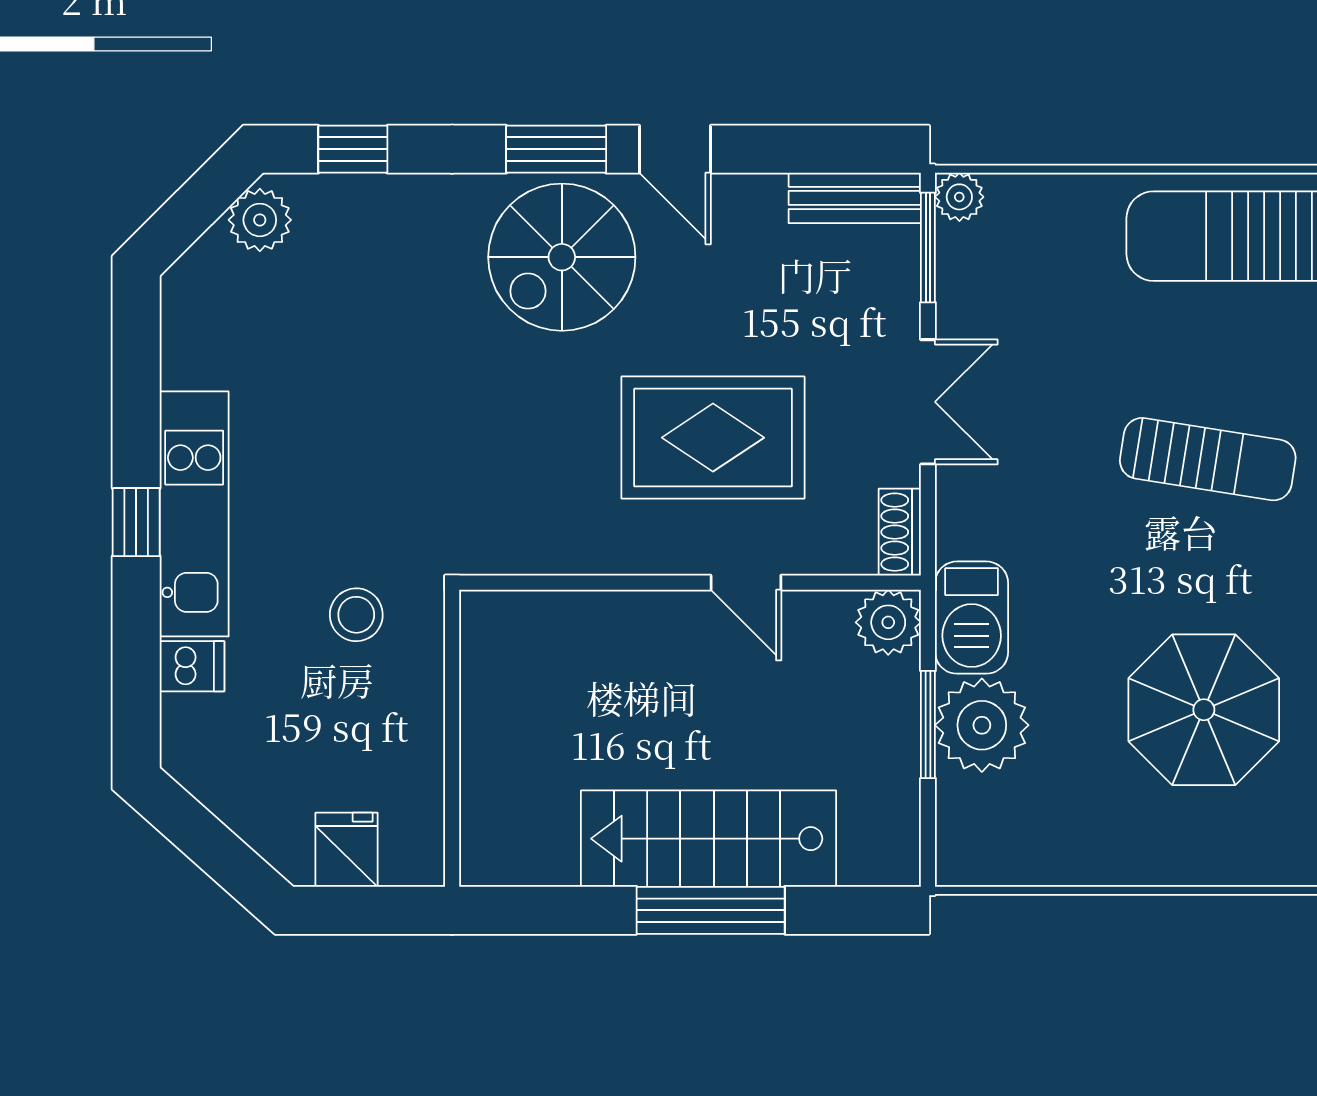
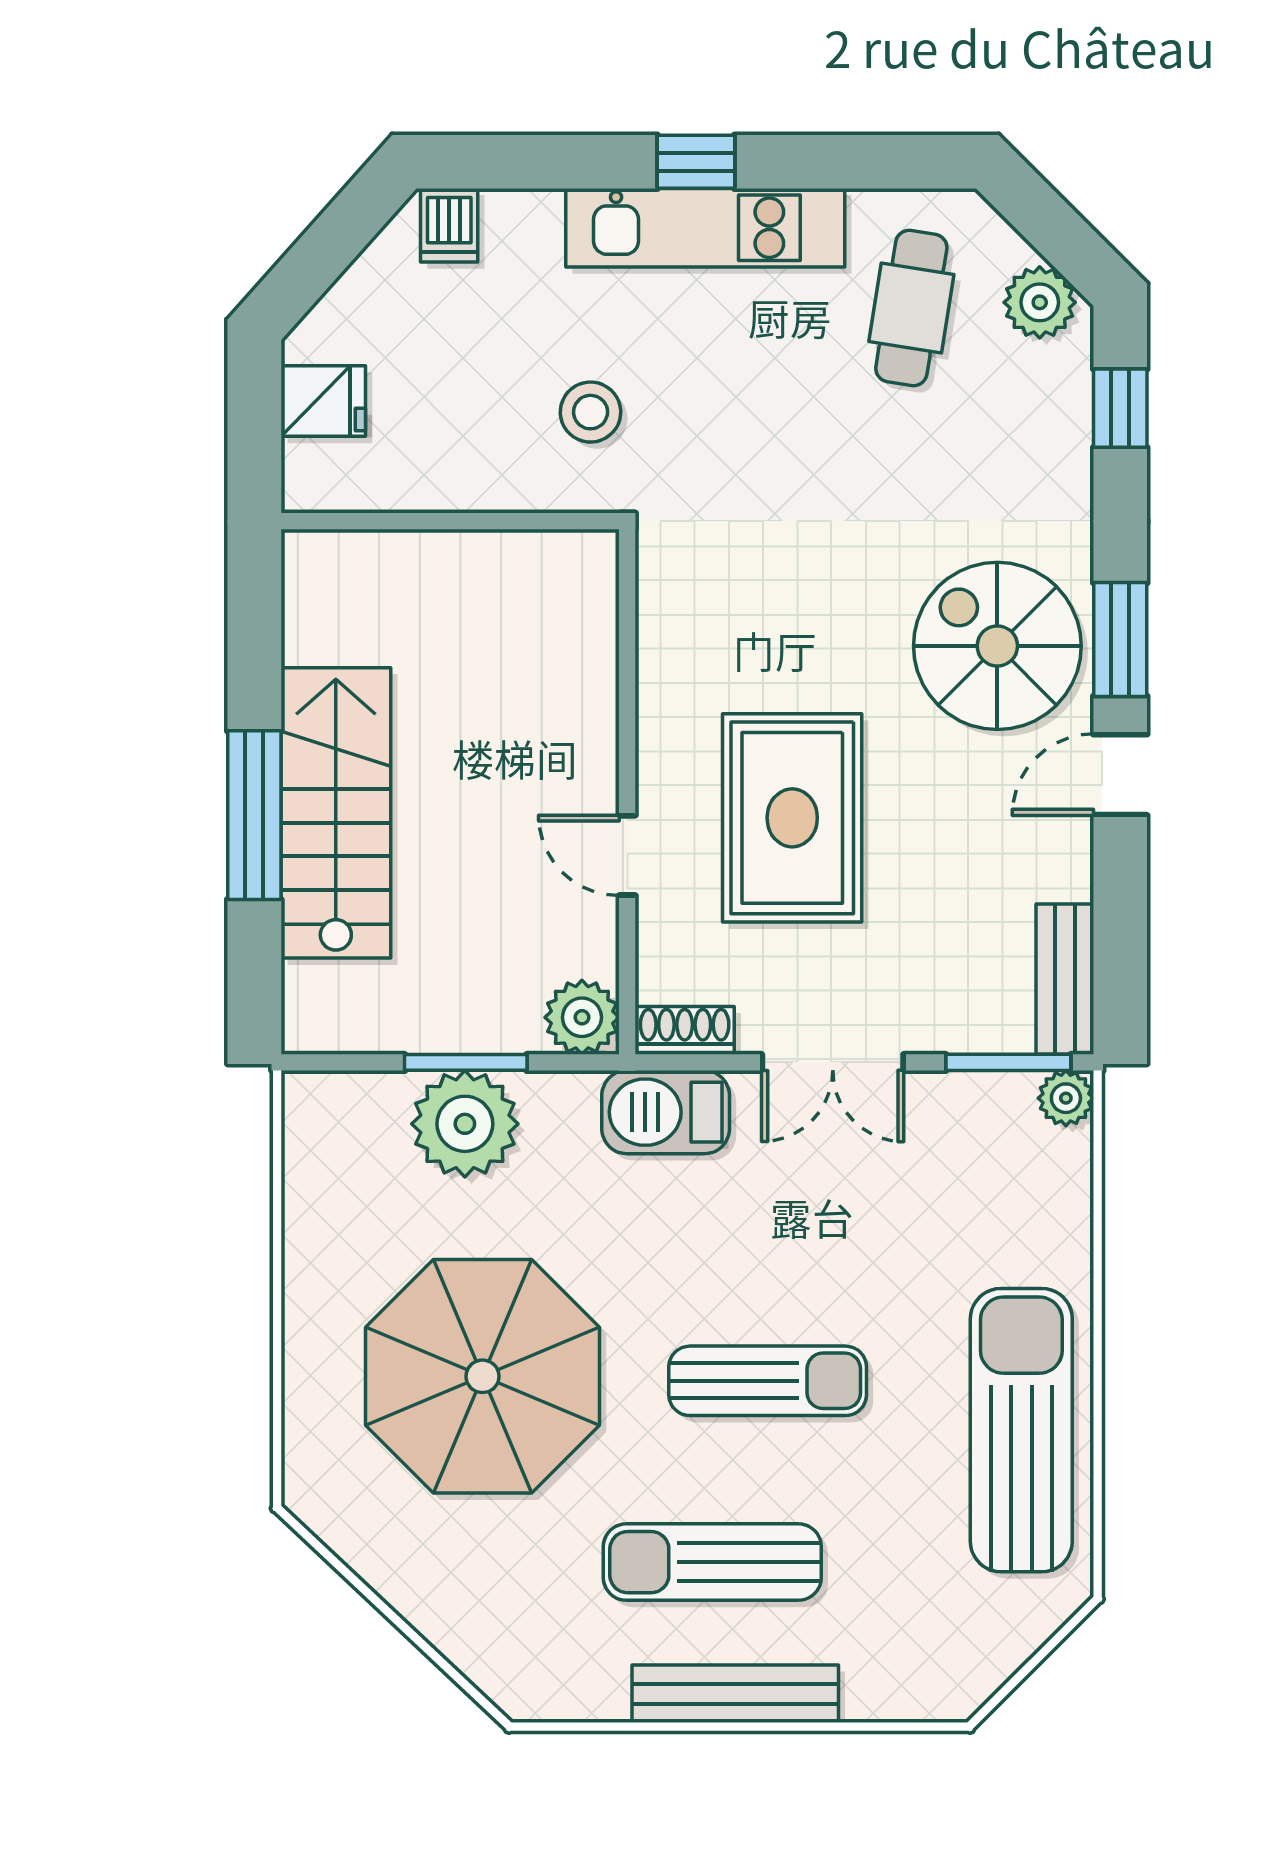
cafe table: (265, 333) -> (911, 308), added
sun lounger: (1208, 459) -> (768, 1381), turned -99
door: (746, 583) -> (627, 855), hinge flipped
barbecue: (972, 618) -> (666, 1112), moved
dishwasher: (192, 666) -> (449, 225), moved
parasol: (1204, 710) -> (483, 1376), width x1.36, depth x1.36

